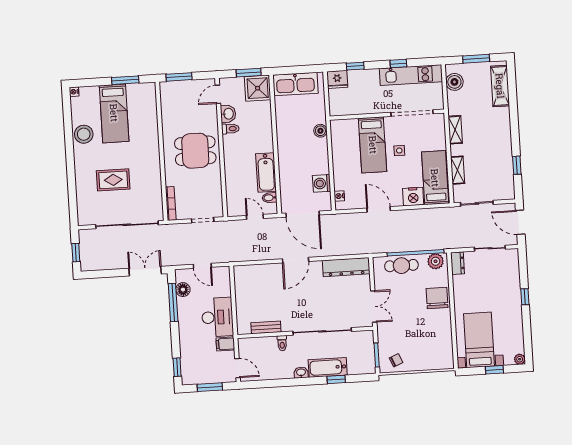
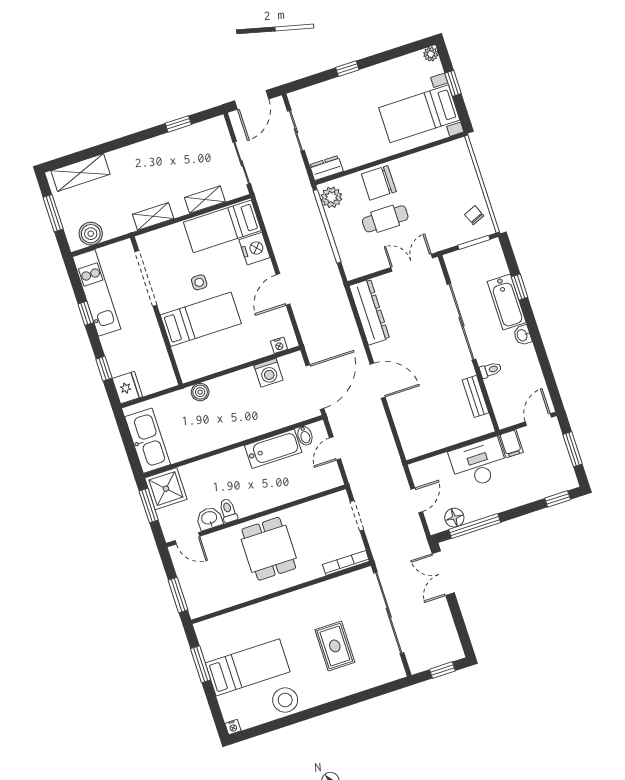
cafe table: (401, 266) -> (385, 219), moved, turned 90

